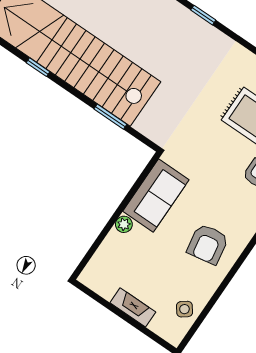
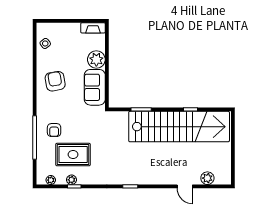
plant: (124, 224) -> (96, 60), width x1.88, depth x1.88
fireplace: (133, 307) -> (93, 28), moved

